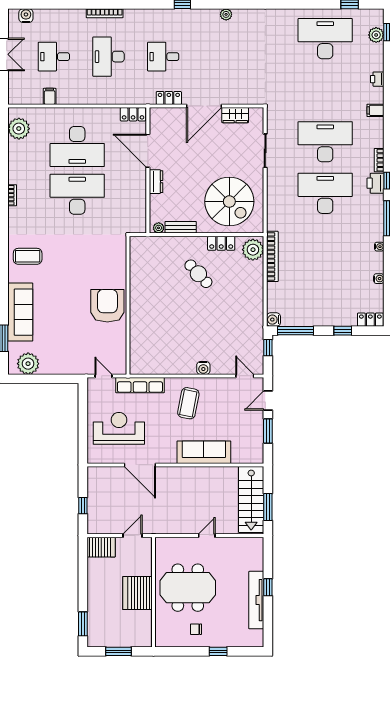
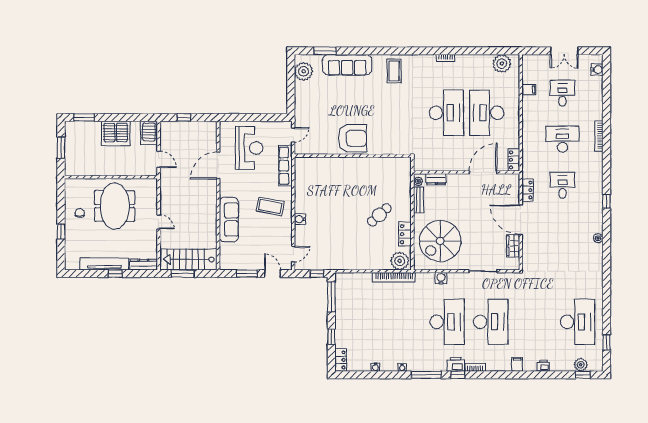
dresser: (156, 182) -> (436, 179), moved
water cooler: (273, 320) -> (441, 278), moved
dresser: (257, 554) -> (143, 265), added
server rack: (137, 593) -> (116, 133), moved, turned 180

